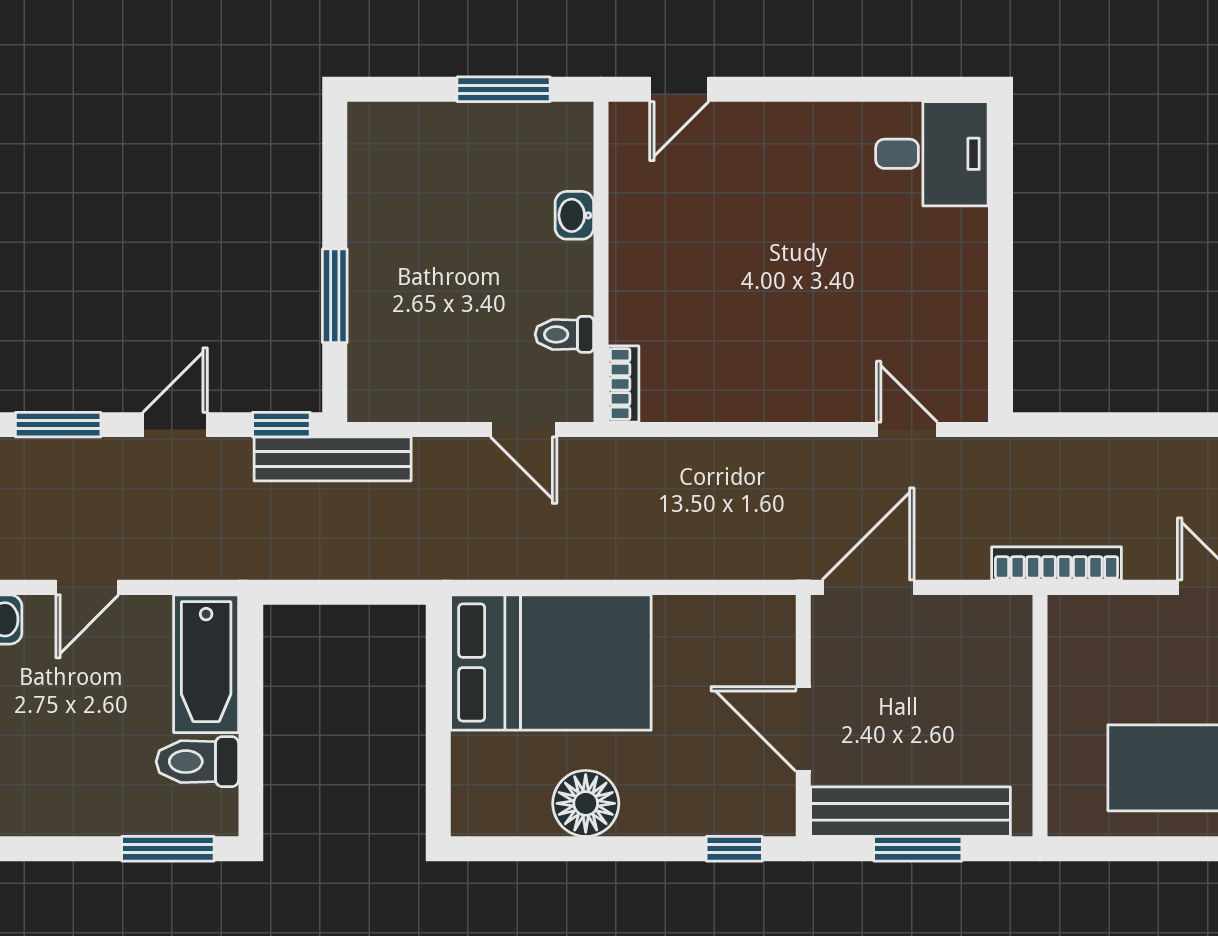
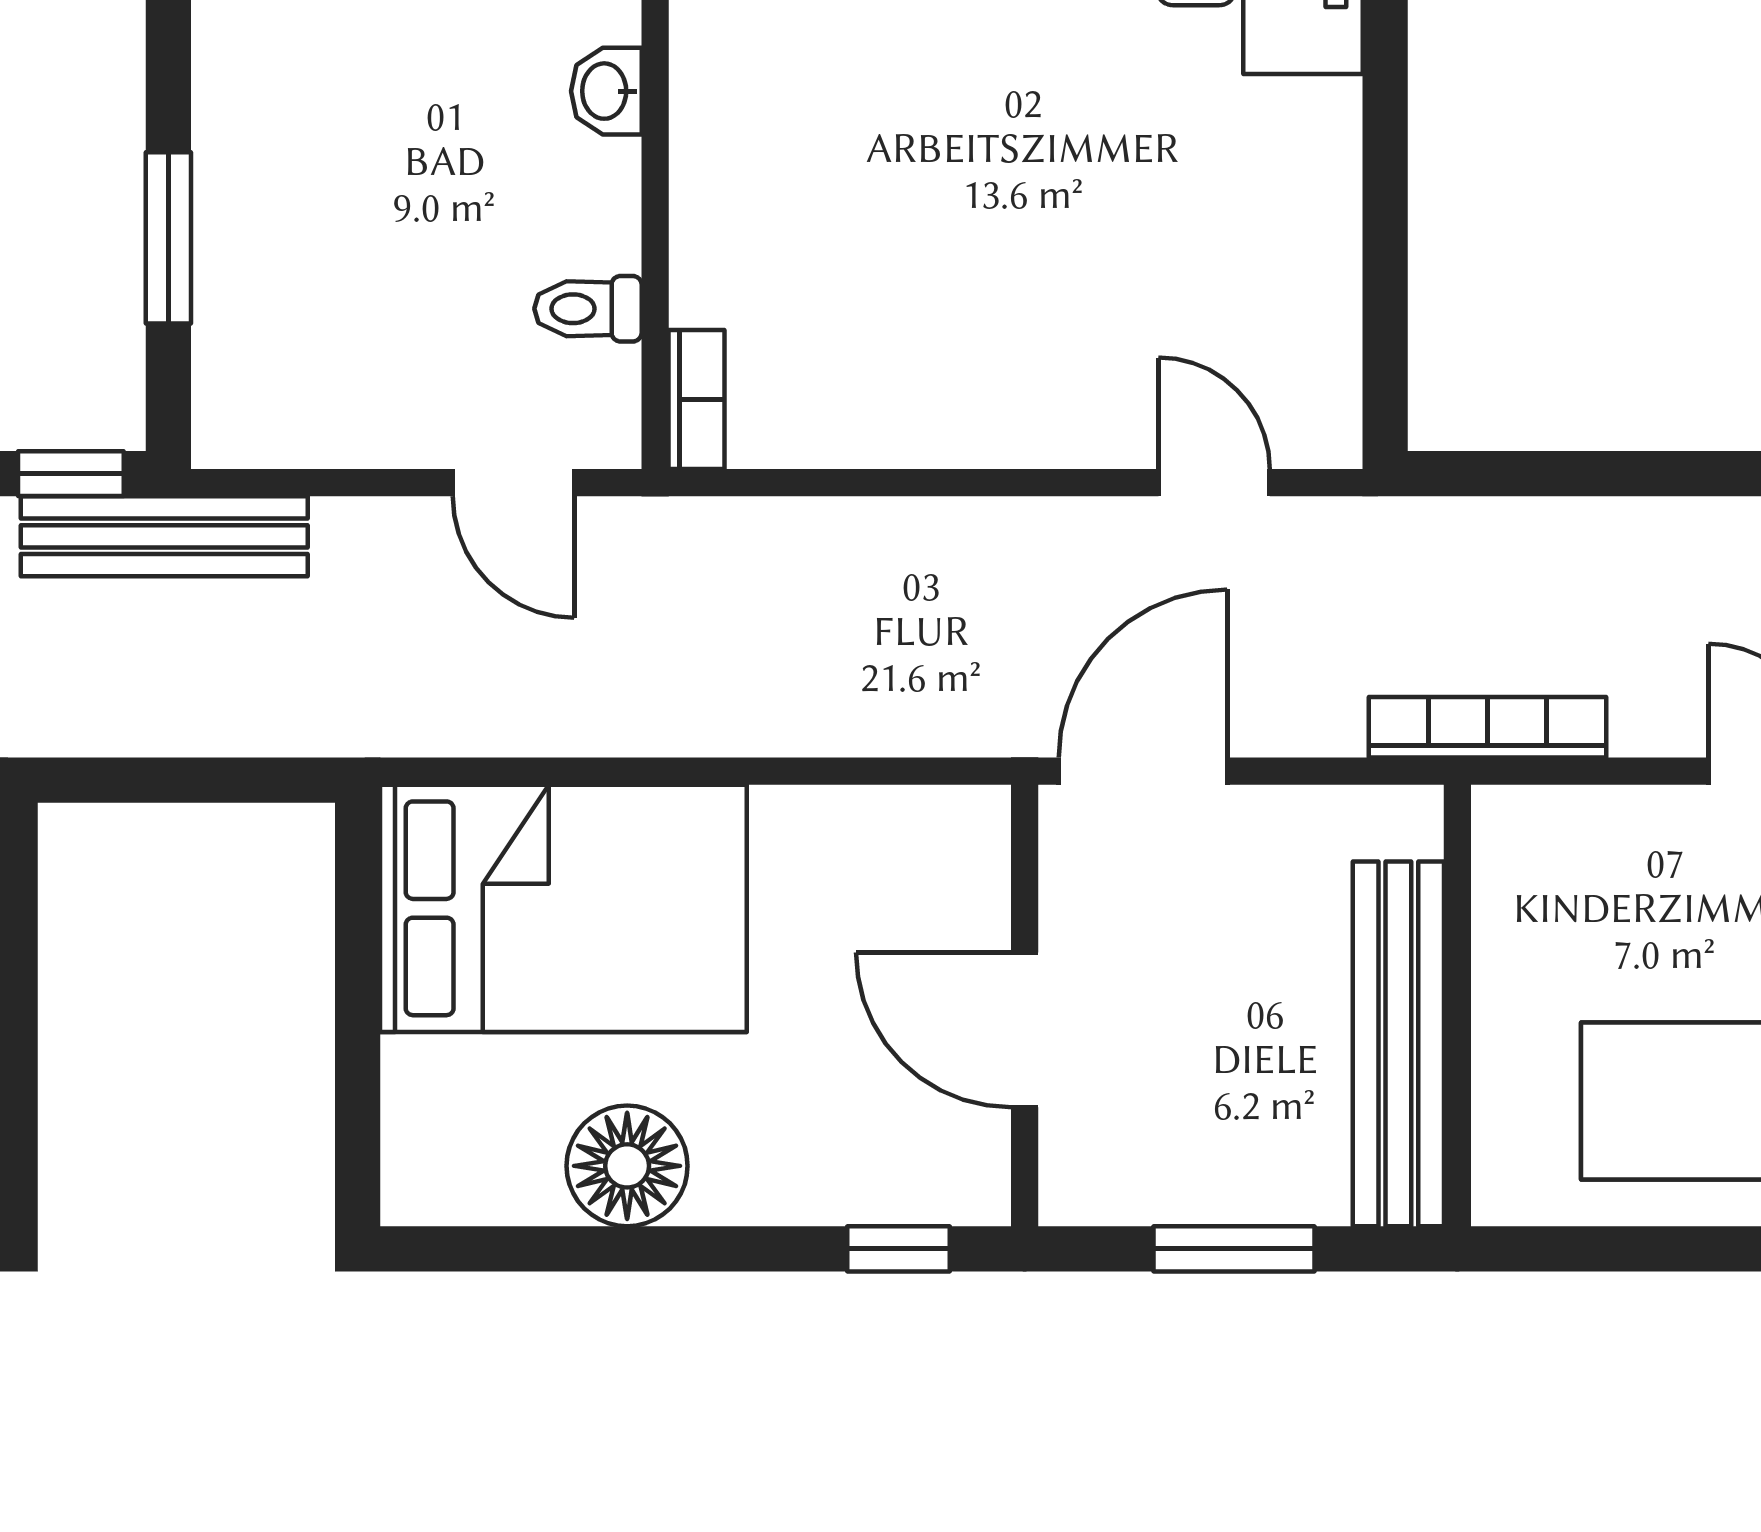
bench: (911, 812) -> (1398, 1044), moved, turned 90

